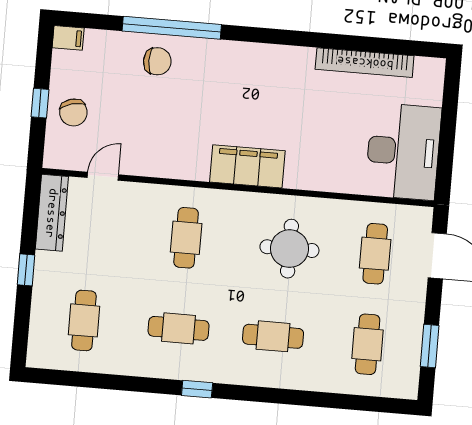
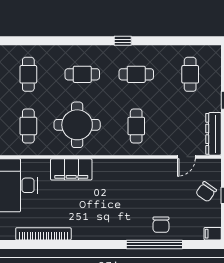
chair: (157, 61) -> (161, 225), turned -90
chair: (73, 112) -> (206, 192), turned -130
filing cabinet: (247, 166) -> (71, 169), moved
round table: (289, 249) -> (77, 125), width x1.36, depth x1.36

